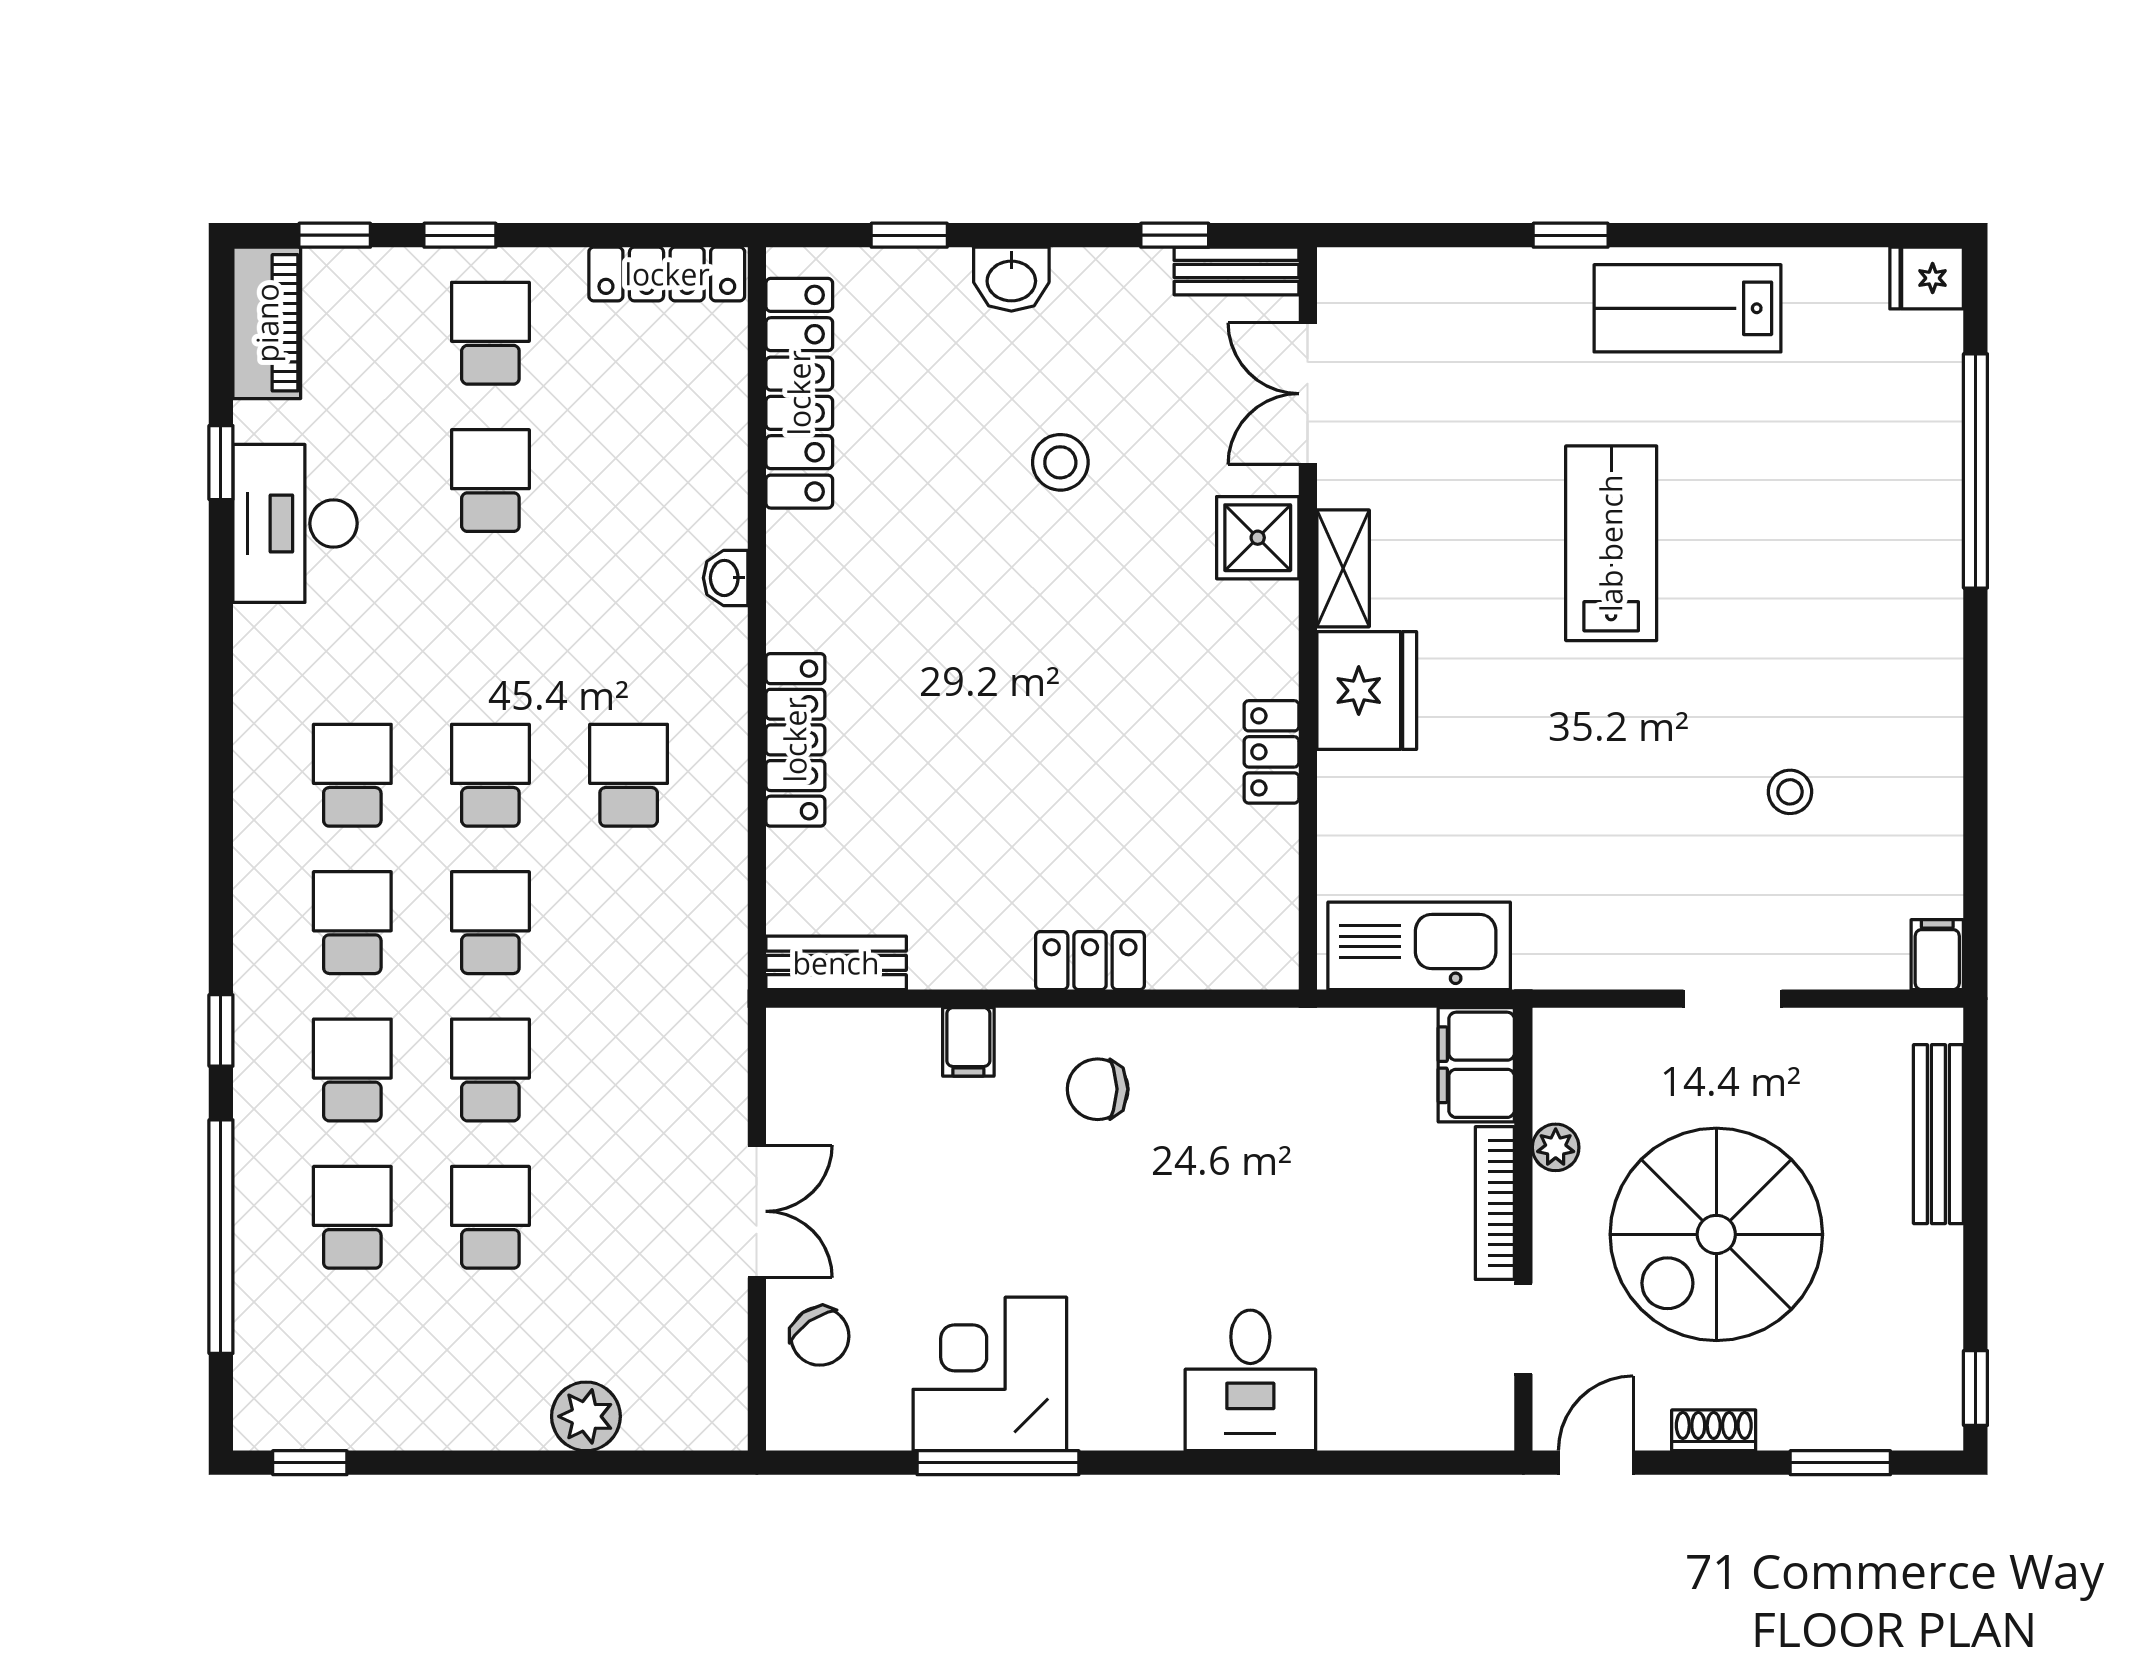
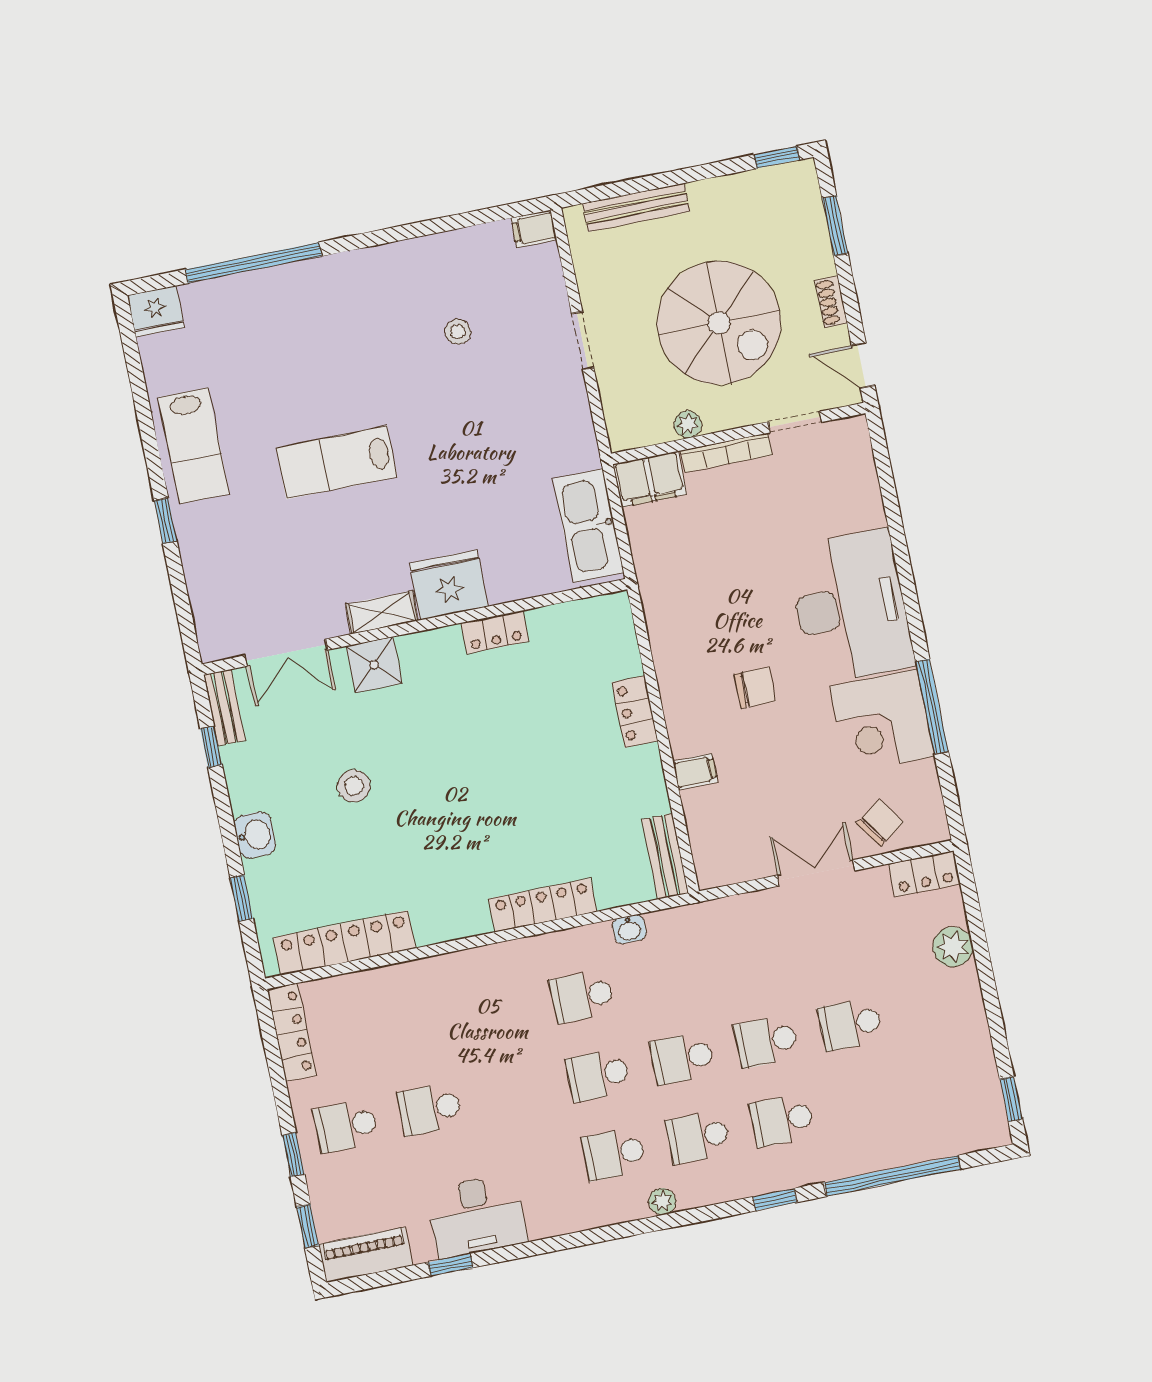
fridge: (1927, 278) -> (156, 311), width x1.38
washbasin: (726, 578) -> (629, 929), moved
plant: (256, 841) -> (662, 1201), added
chair: (1098, 1089) -> (755, 688), moved, turned -90
school desk: (352, 1217) -> (866, 1103), removed
desk: (1250, 1380) -> (850, 607), width x1.87, depth x1.30
locker: (719, 1393) -> (924, 874), added

